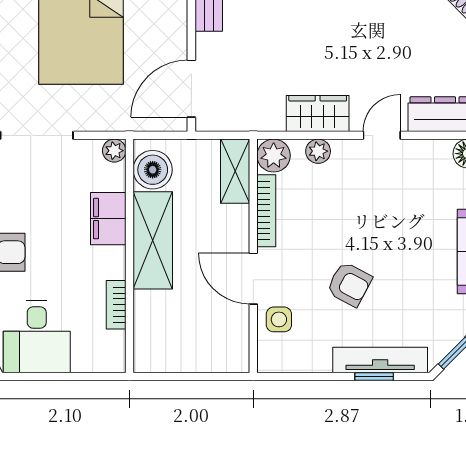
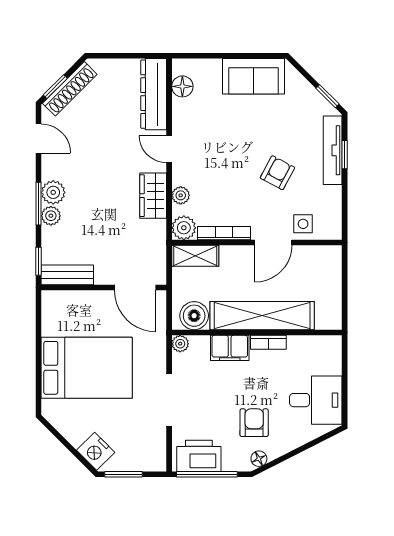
shelving: (153, 240) -> (262, 316), width x1.47
bookcase: (116, 305) -> (268, 342), moved

